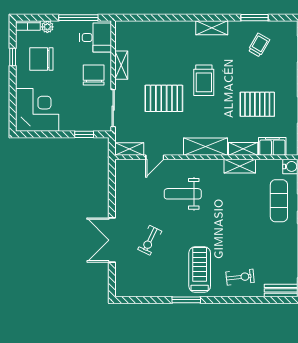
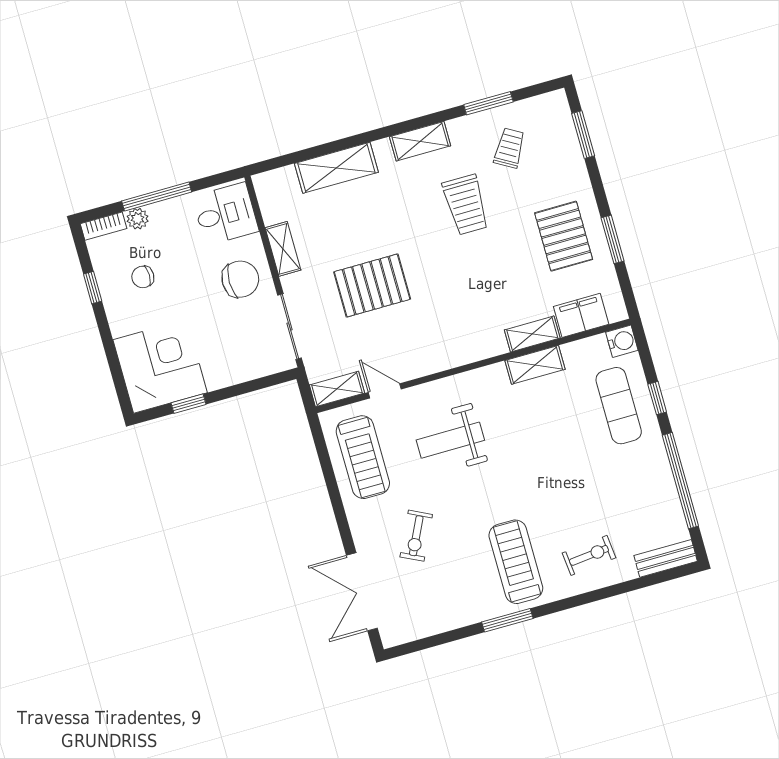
window: (78, 18) -> (157, 197), moved
chair: (41, 59) -> (143, 277), width x0.54, depth x0.54
chair: (94, 75) -> (240, 279), turned 90
trolley: (204, 80) -> (466, 205), moved
pallet: (257, 104) -> (564, 236), moved, turned 90
window: (84, 134) -> (189, 404), moved
shelving: (205, 147) -> (336, 168), moved
door: (155, 157) -> (385, 391), swing flipped
treadmill: (133, 190) -> (363, 457), added
double door: (112, 240) -> (362, 592), moved

